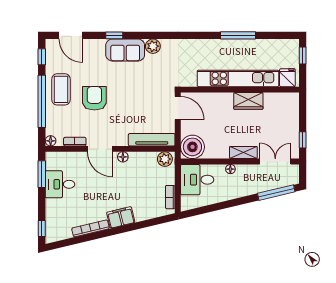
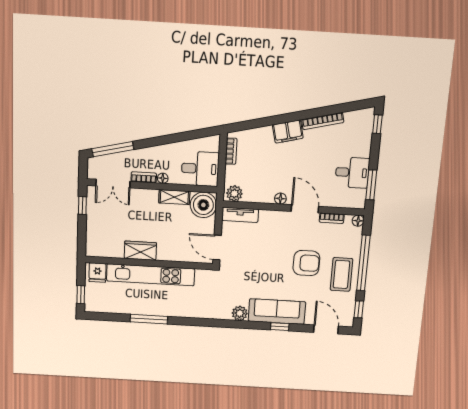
sofa: (125, 50) -> (277, 311), width x1.36
armchair: (94, 98) -> (306, 263), turned -90
tv unit: (152, 140) -> (240, 215), width x0.71
shelving: (243, 153) -> (174, 197), moved
bookcase: (248, 169) -> (144, 177), added

